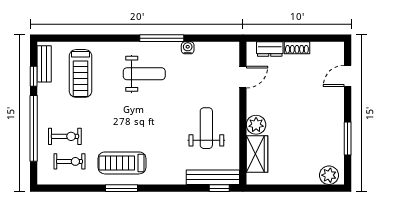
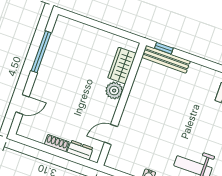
weight bench: (206, 128) -> (157, 103), removed
window: (348, 138) -> (41, 52), width x1.44
plant: (329, 175) -> (68, 26), removed

